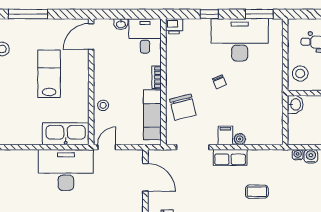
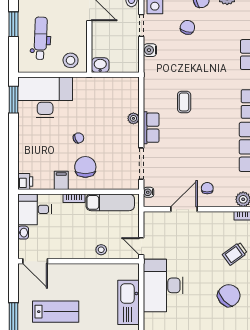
window: (209, 14) -> (13, 148), removed
desk: (240, 40) -> (45, 97), moved, turned 90
lab bench: (49, 74) -> (56, 312), moved, turned 180
chair: (183, 107) -> (85, 167), moved, turned -76
kitchen sink: (66, 134) -> (128, 302), moved
filing cabinet: (225, 135) -> (61, 180), moved, turned 90
water cooler: (298, 155) -> (149, 192), moved
door: (145, 177) -> (184, 209), moved

